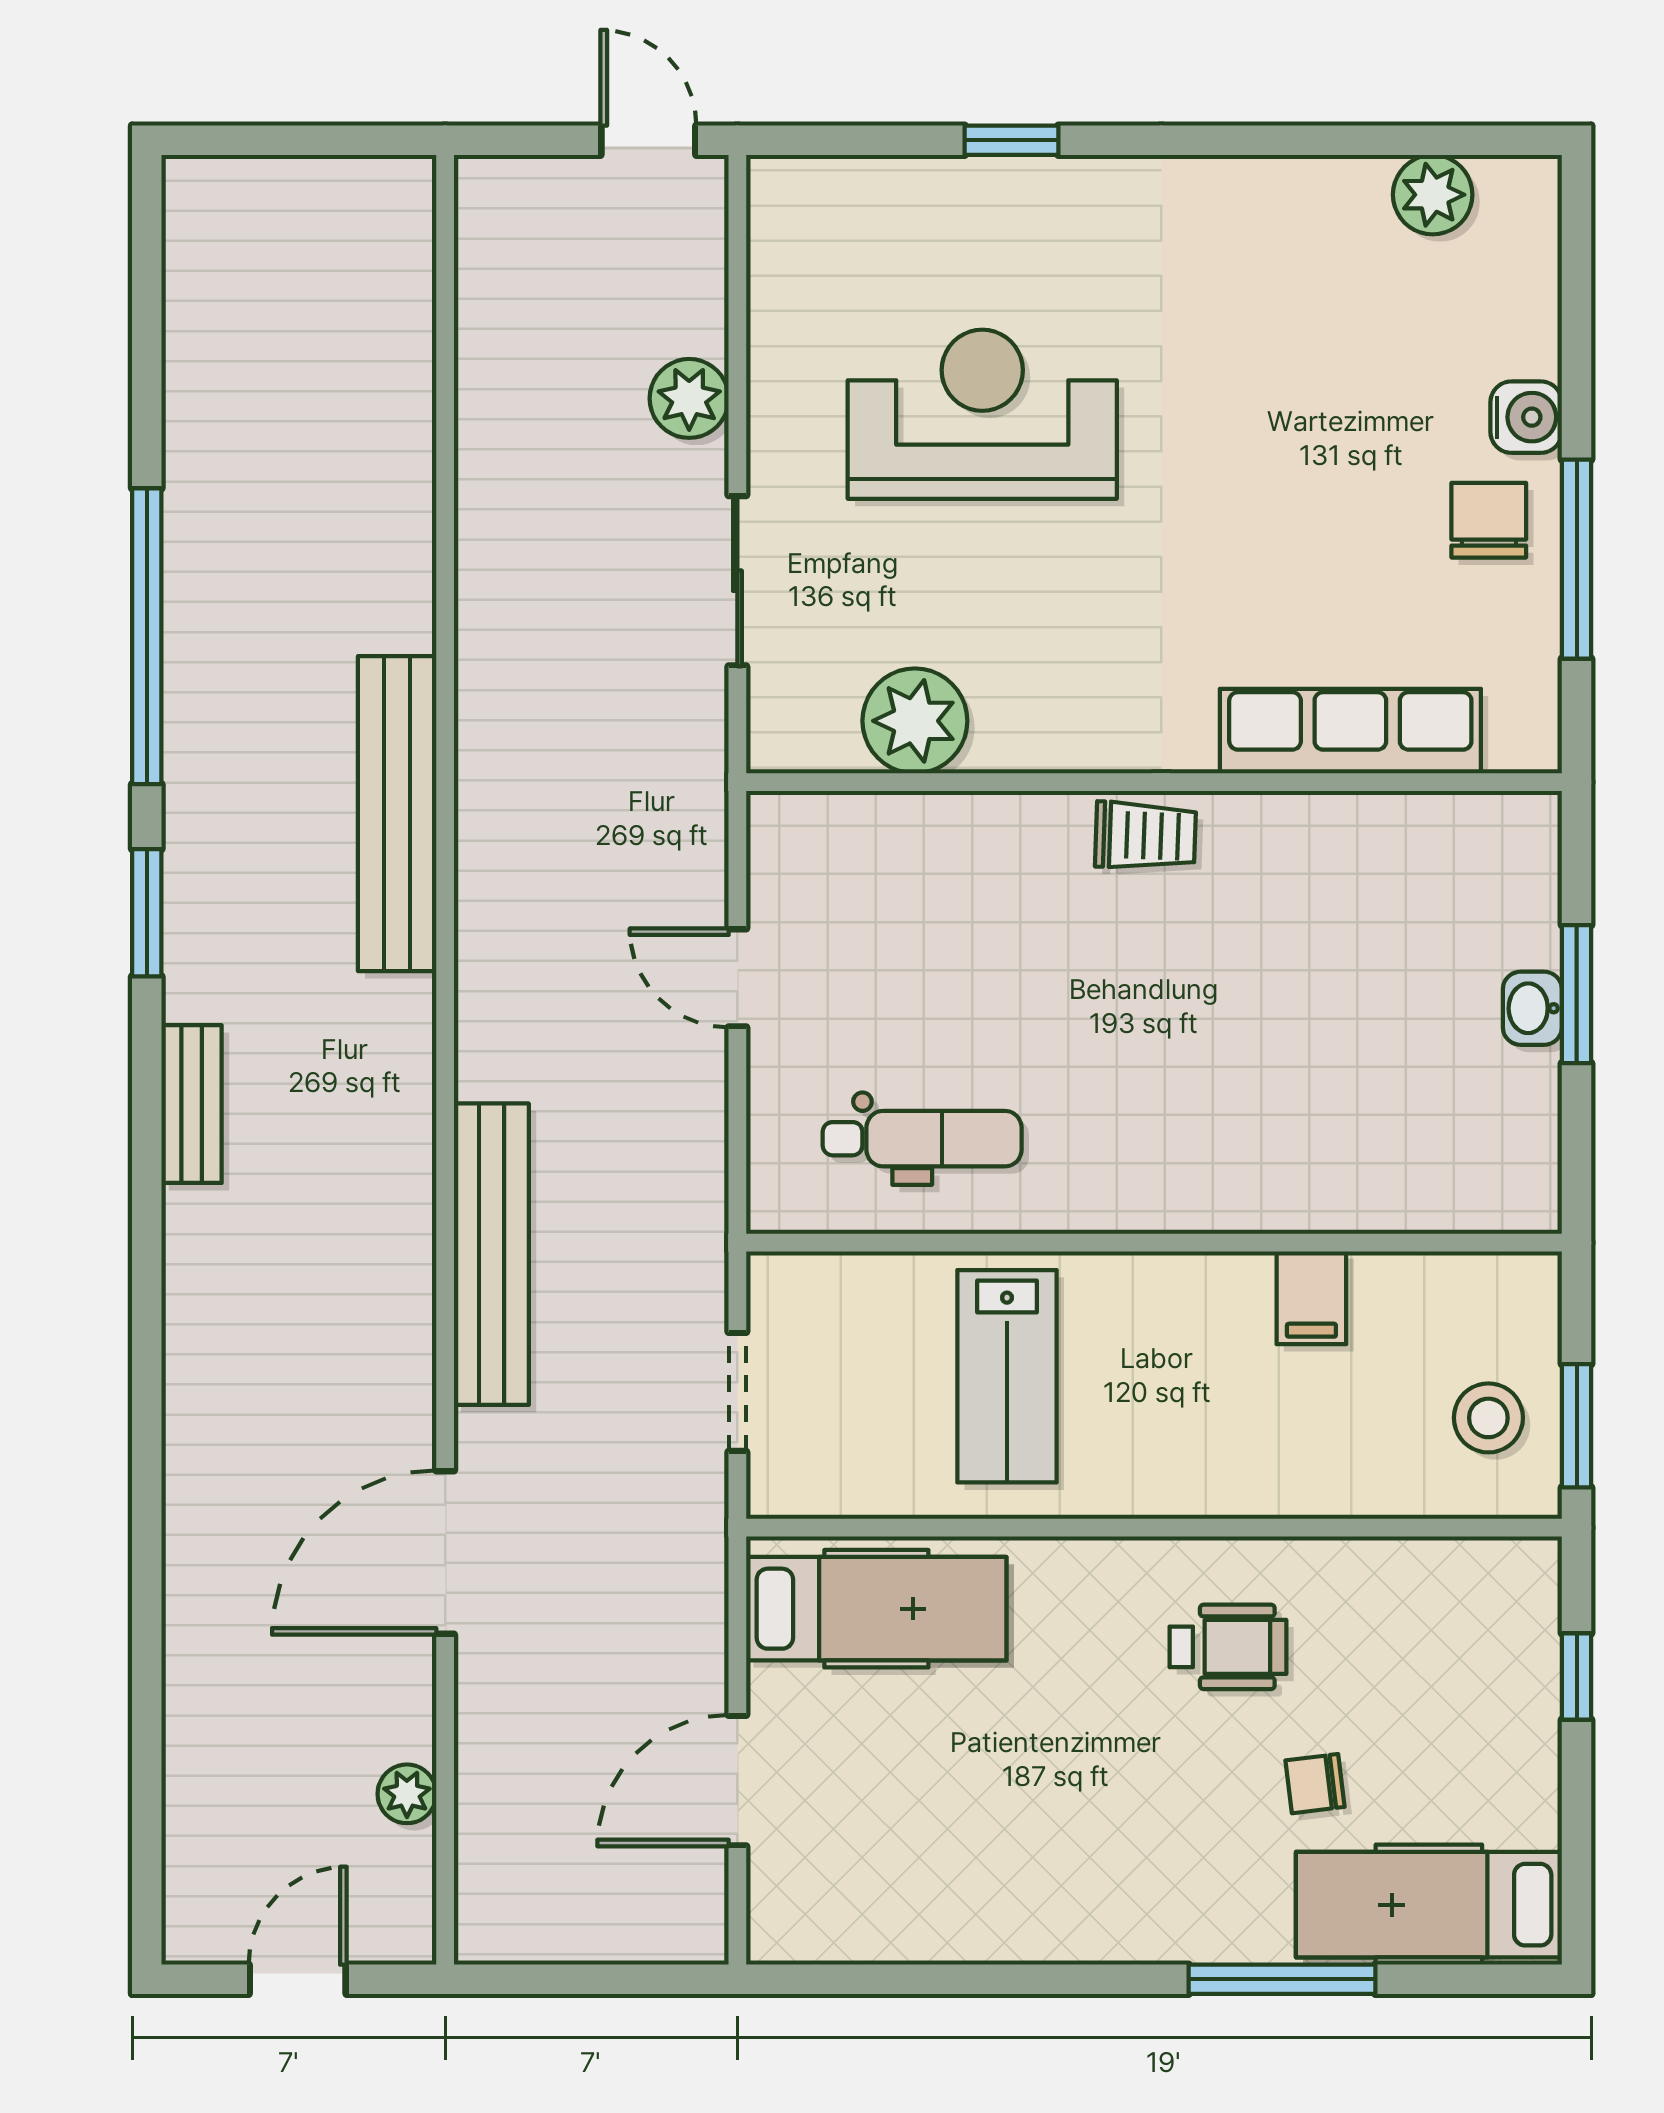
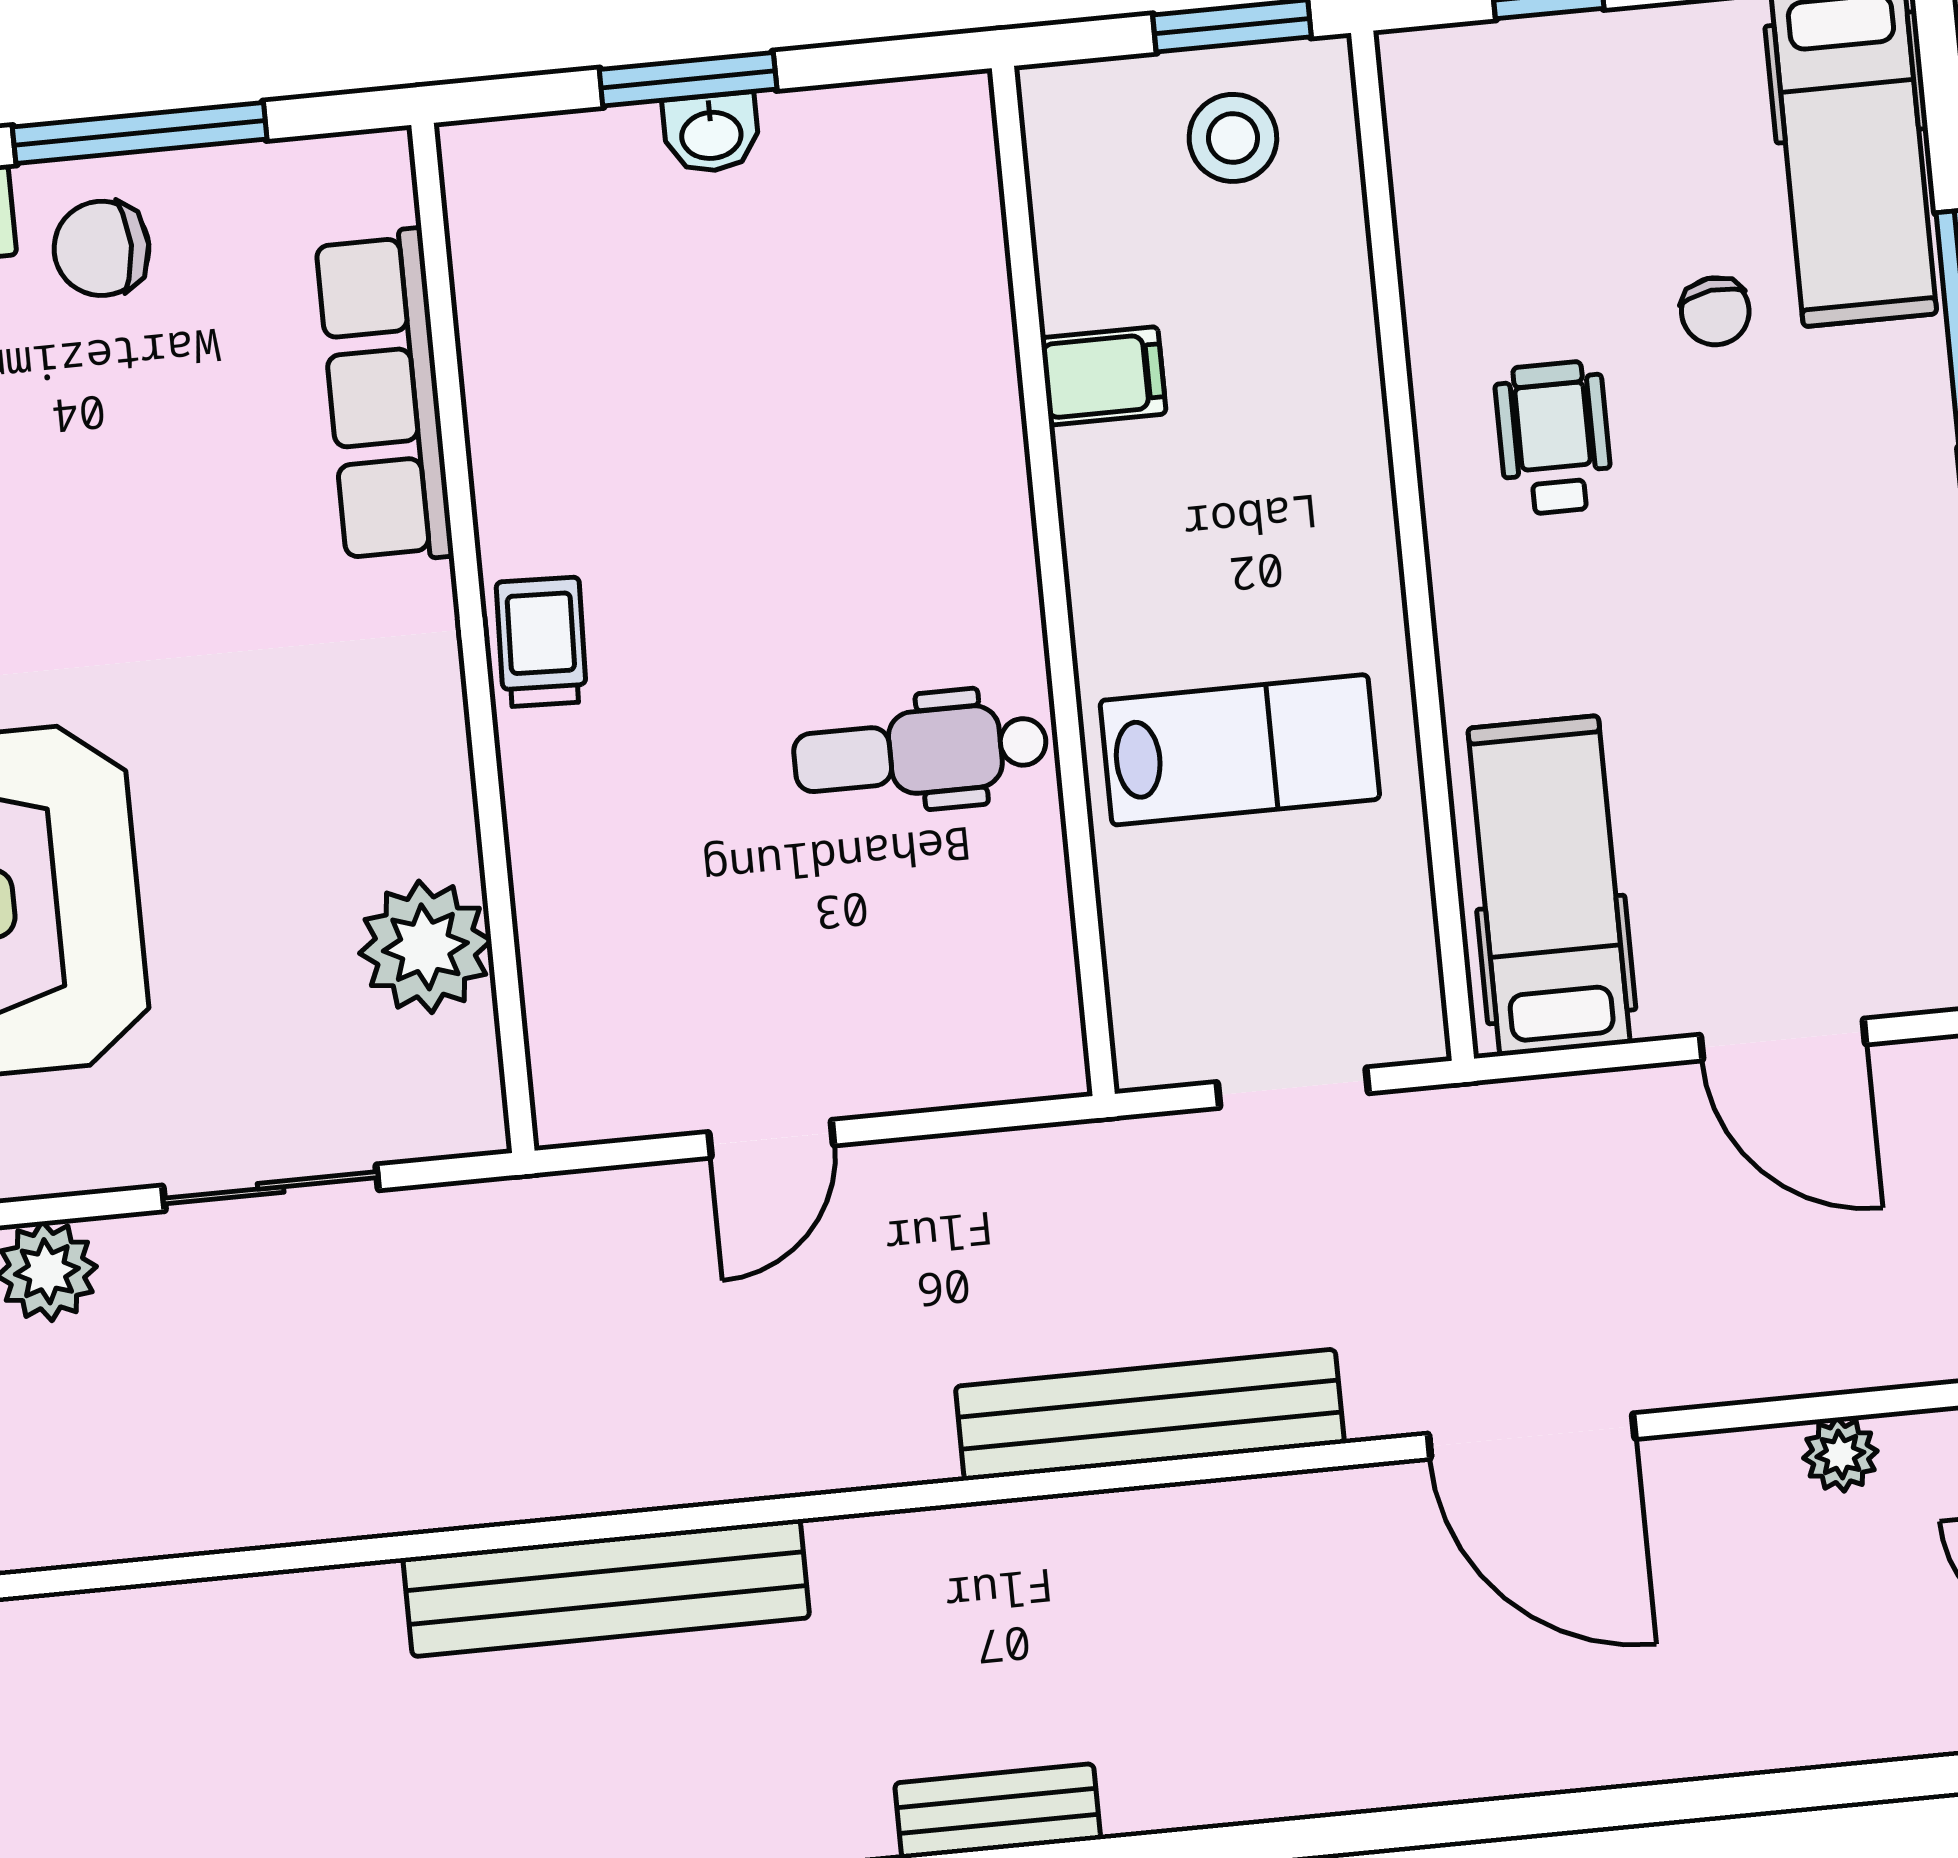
dental chair: (922, 1139) -> (920, 752), moved, turned -90

